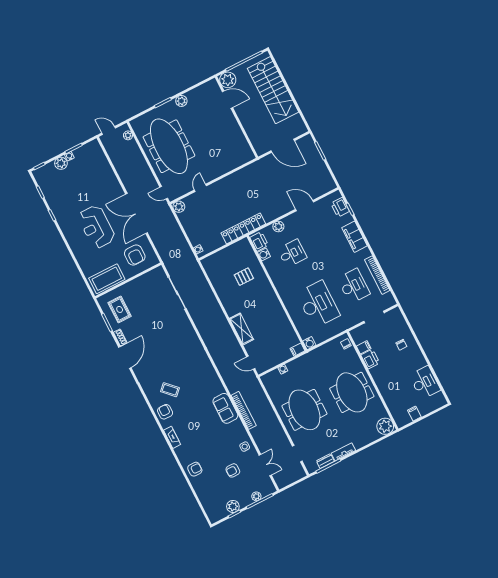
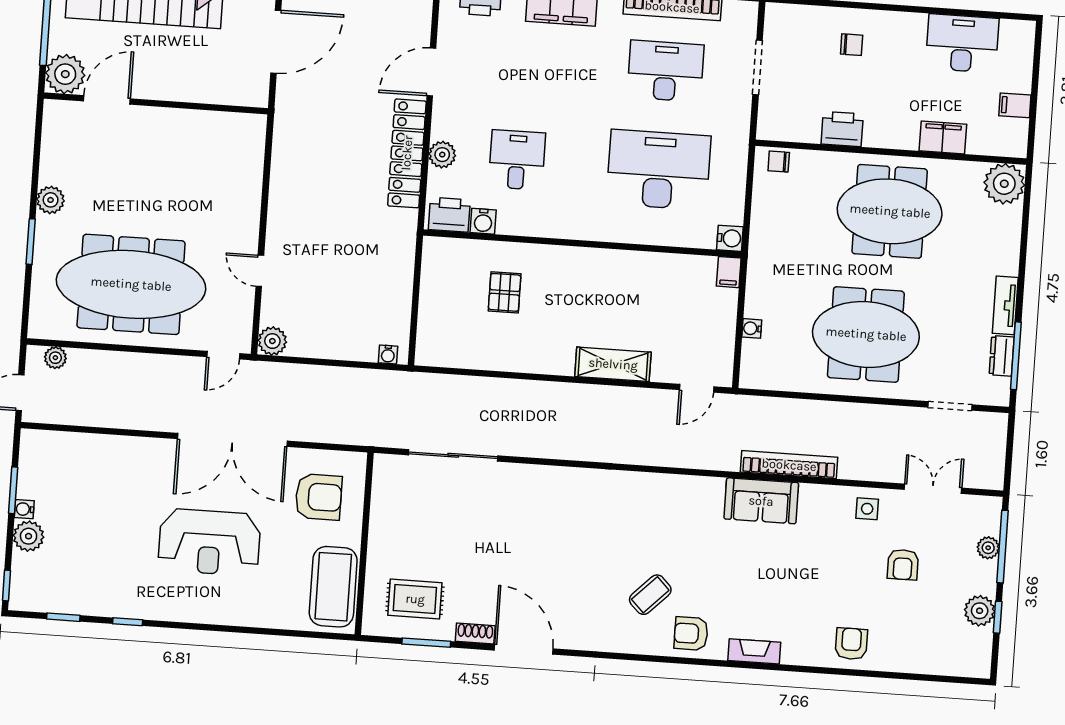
locker: (243, 228) -> (407, 153), moved
filing cabinet: (364, 347) -> (943, 137), moved, width x2.00

